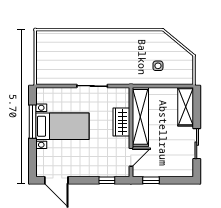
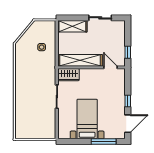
window: (33, 122) -> (104, 141), moved
wardrobe: (121, 122) -> (68, 75), moved
window: (107, 180) -> (128, 101), moved

